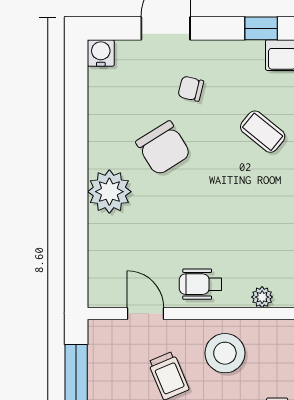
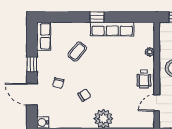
window: (261, 28) -> (32, 64), moved
chair: (163, 148) -> (84, 95), width x0.54, depth x0.54

